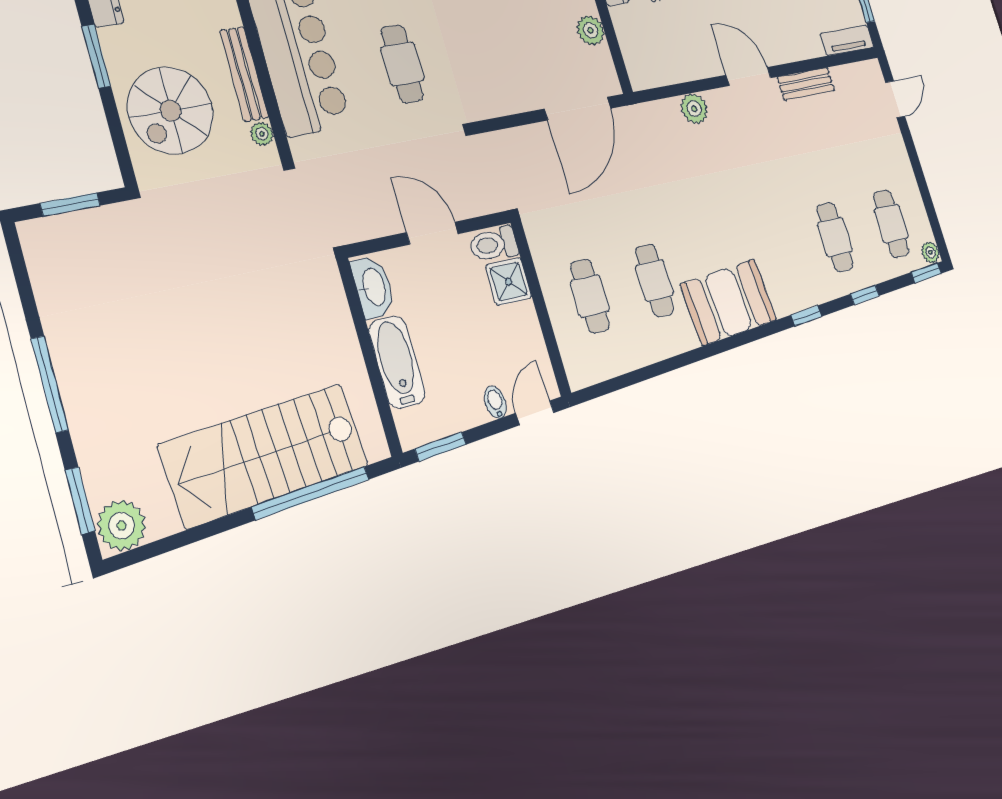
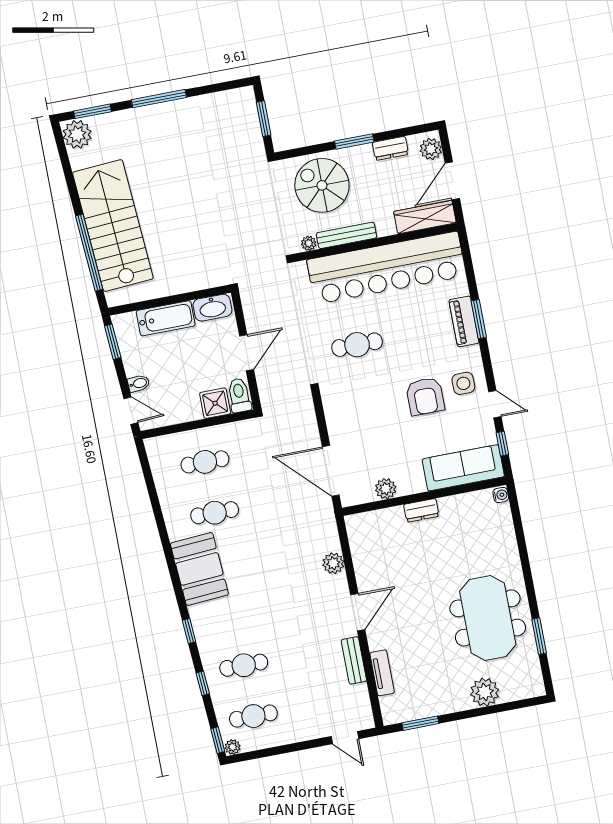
tv unit: (847, 40) -> (382, 673), moved

